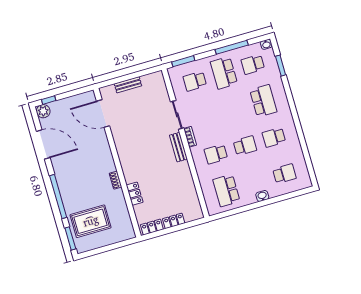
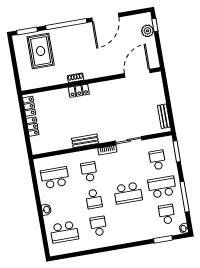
bench: (128, 85) -> (164, 116), moved
school desk: (263, 101) -> (128, 193), moved
plant: (43, 111) -> (147, 31), moved
door: (43, 144) -> (105, 17), moved
bench: (178, 147) -> (85, 141), moved
school desk: (284, 174) -> (64, 232), width x1.85
locker: (135, 194) -> (79, 91), moved

